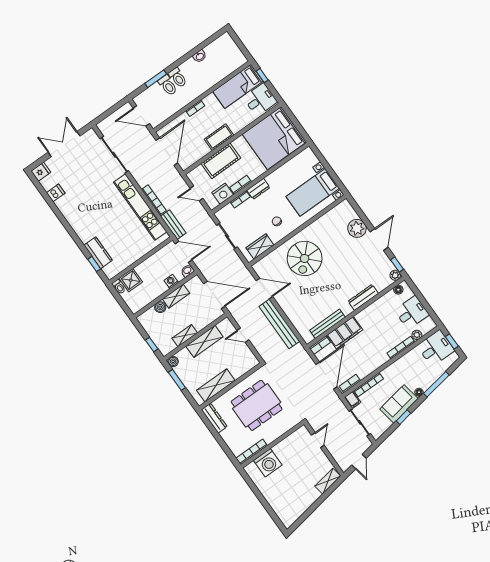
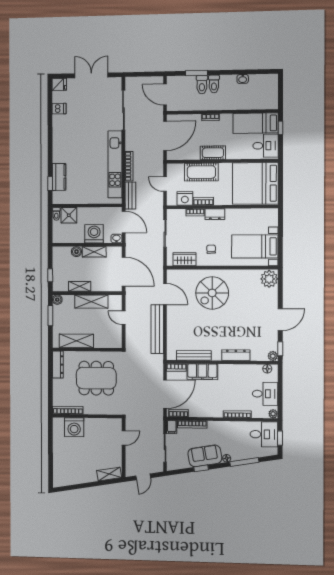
plant: (357, 228) -> (269, 279), moved
washing machine: (171, 282) -> (94, 234), width x1.89, depth x1.89
plant: (417, 335) -> (273, 414), moved

